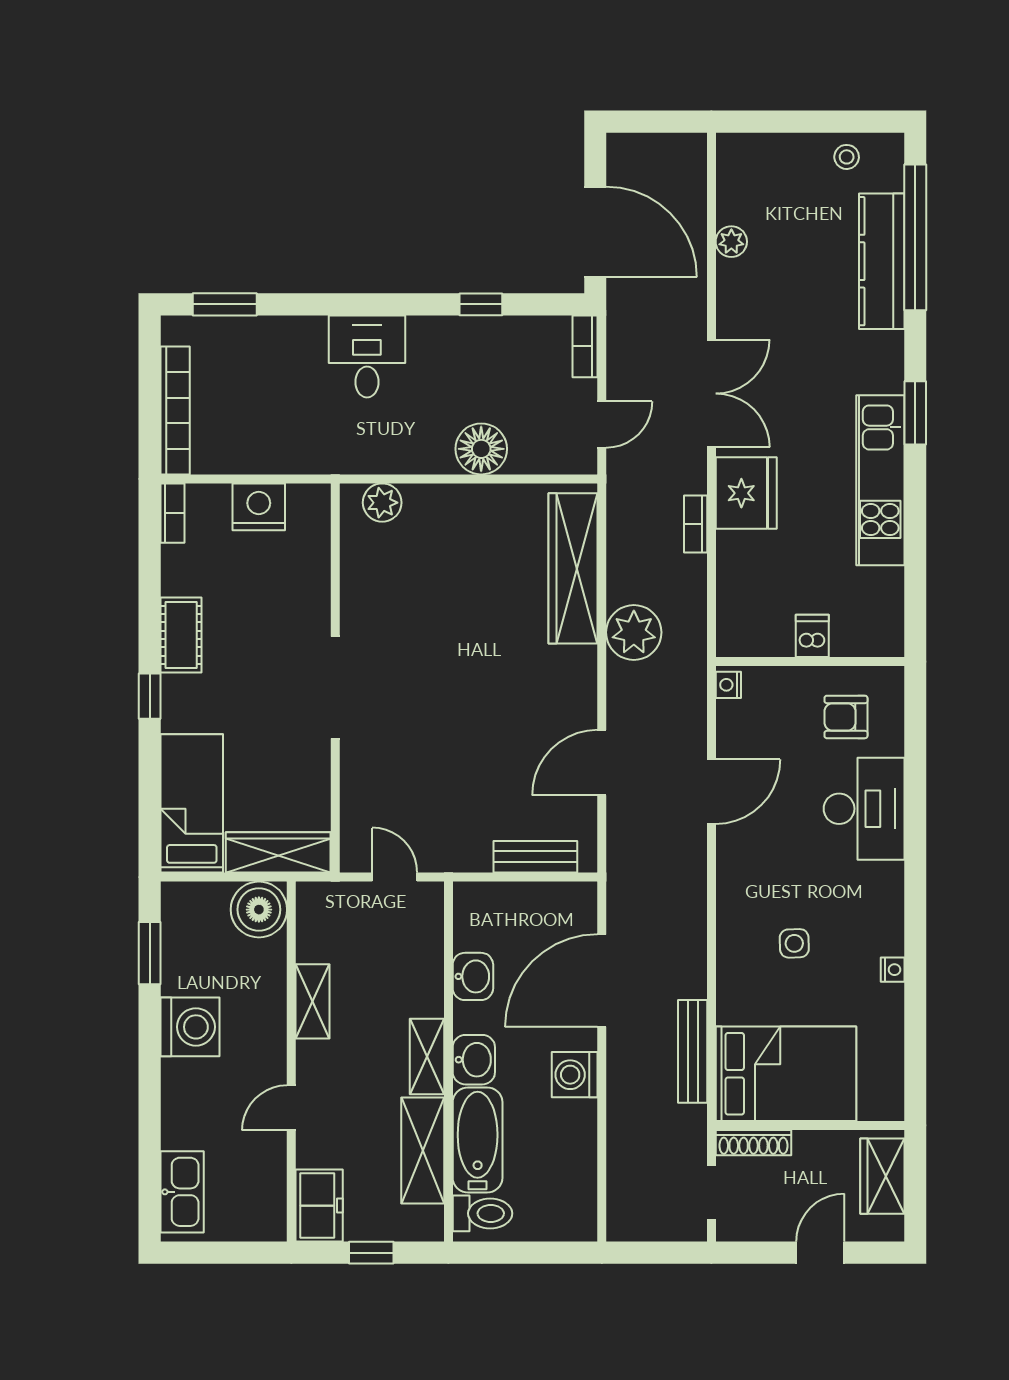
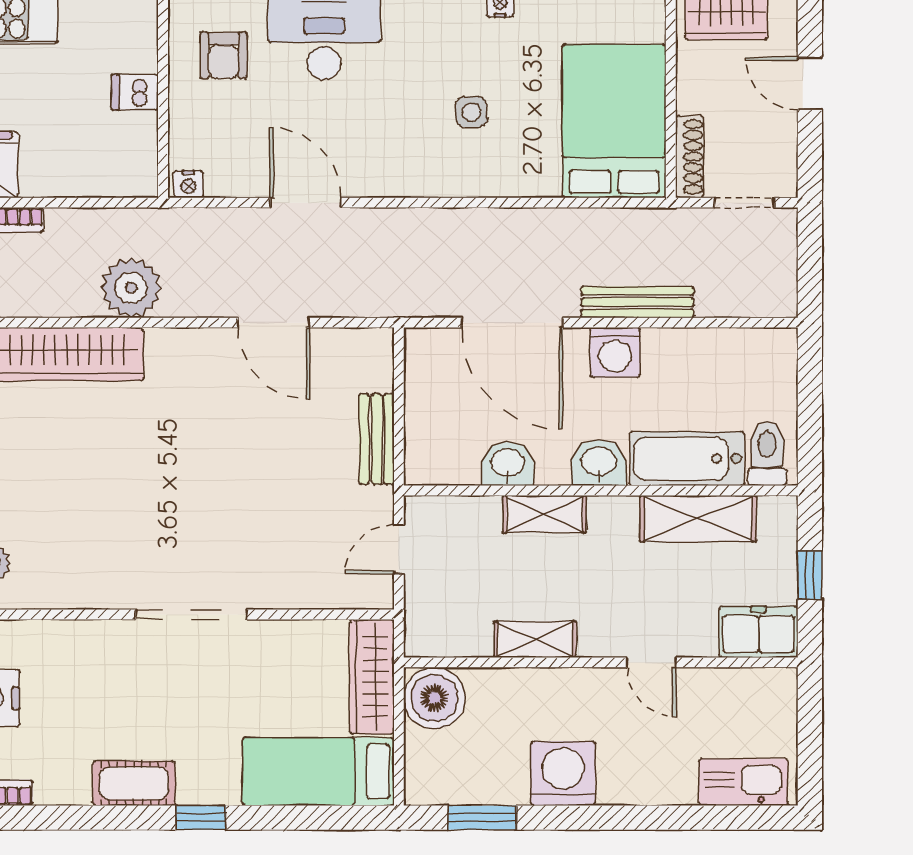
bench: (535, 857) -> (377, 439), moved
bench: (693, 1051) -> (638, 302), moved
shelving: (427, 1056) -> (545, 514), moved

